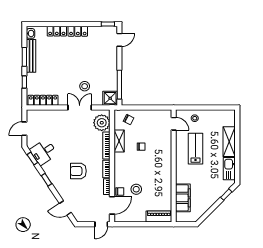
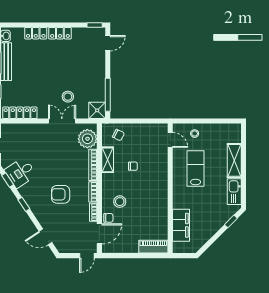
stool: (136, 189) -> (120, 202), moved

